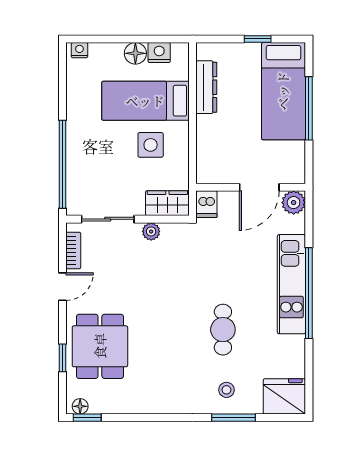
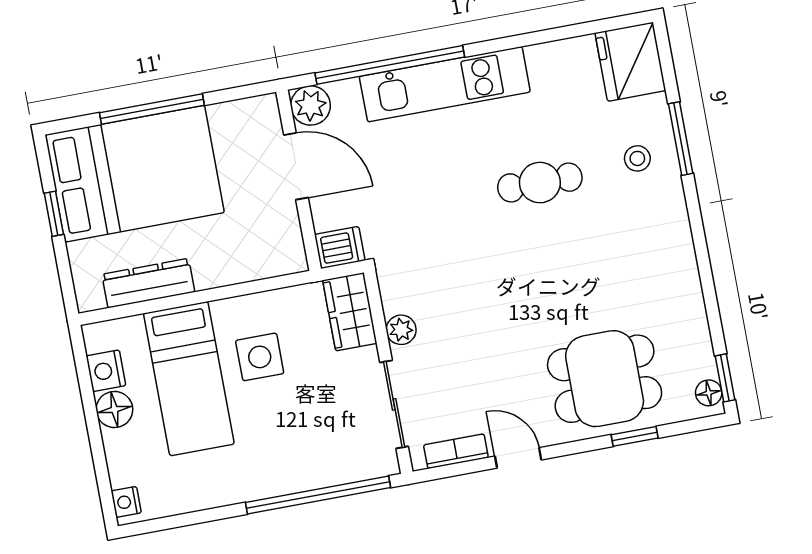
bed: (283, 91) -> (135, 174), width x1.50
window: (309, 293) -> (390, 65), moved

